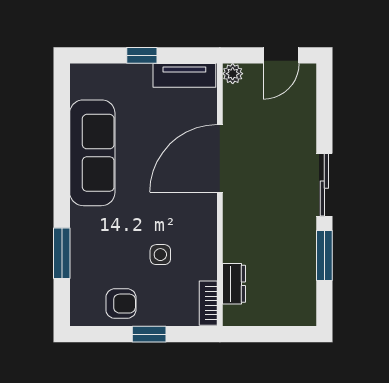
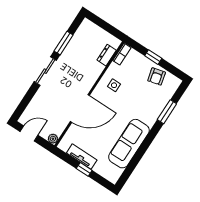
tv unit: (184, 75) -> (82, 157), moved
side table: (160, 255) -> (114, 85), moved
armchair: (121, 304) -> (157, 76), turned -104

